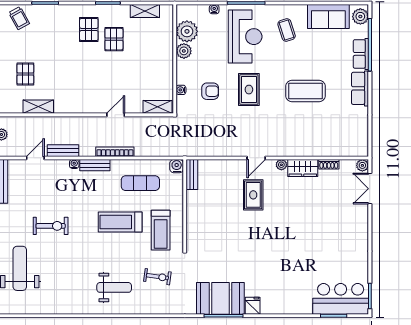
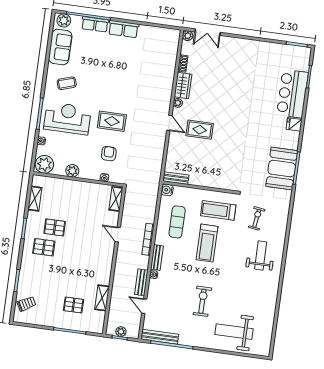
plant: (187, 31) -> (44, 164), moved
coffee table: (305, 91) -> (119, 74), removed
treadmill: (161, 230) -> (218, 210), turned 180
bar counter: (341, 299) -> (292, 94), moved
fridge: (253, 306) -> (294, 124), moved

